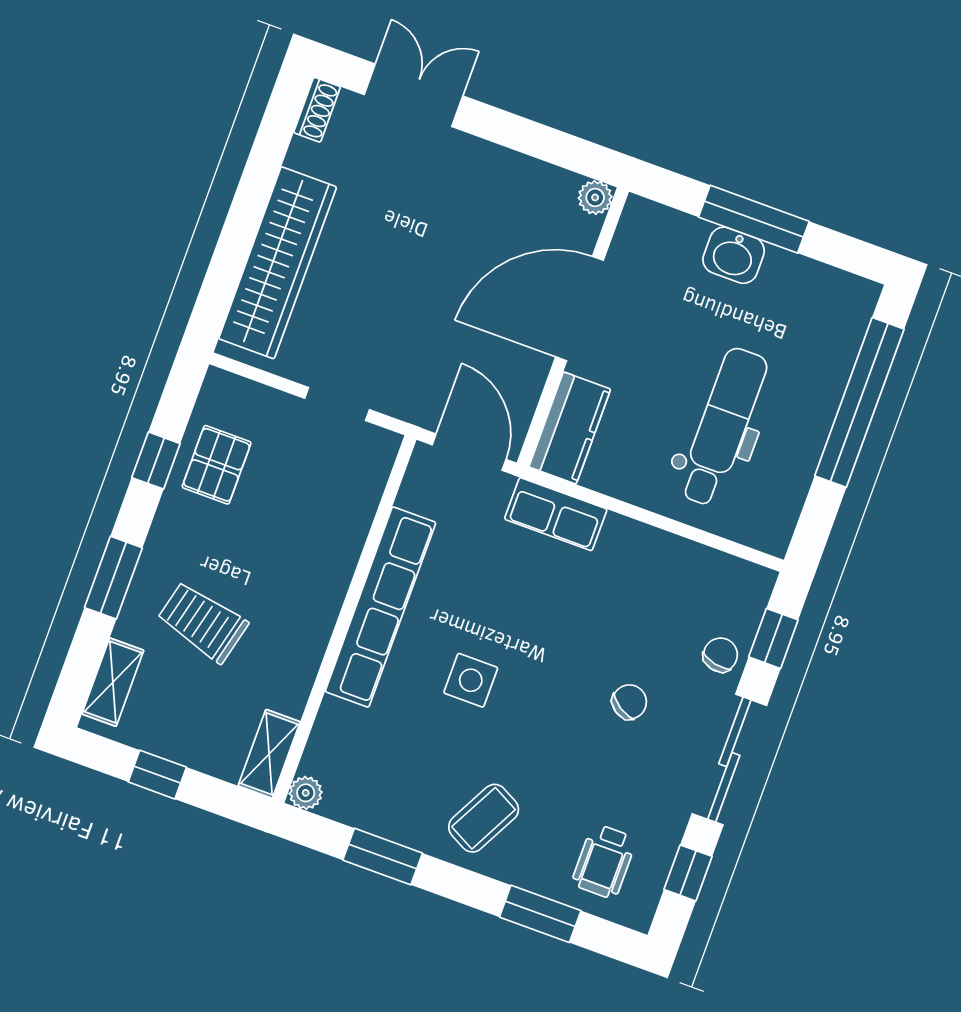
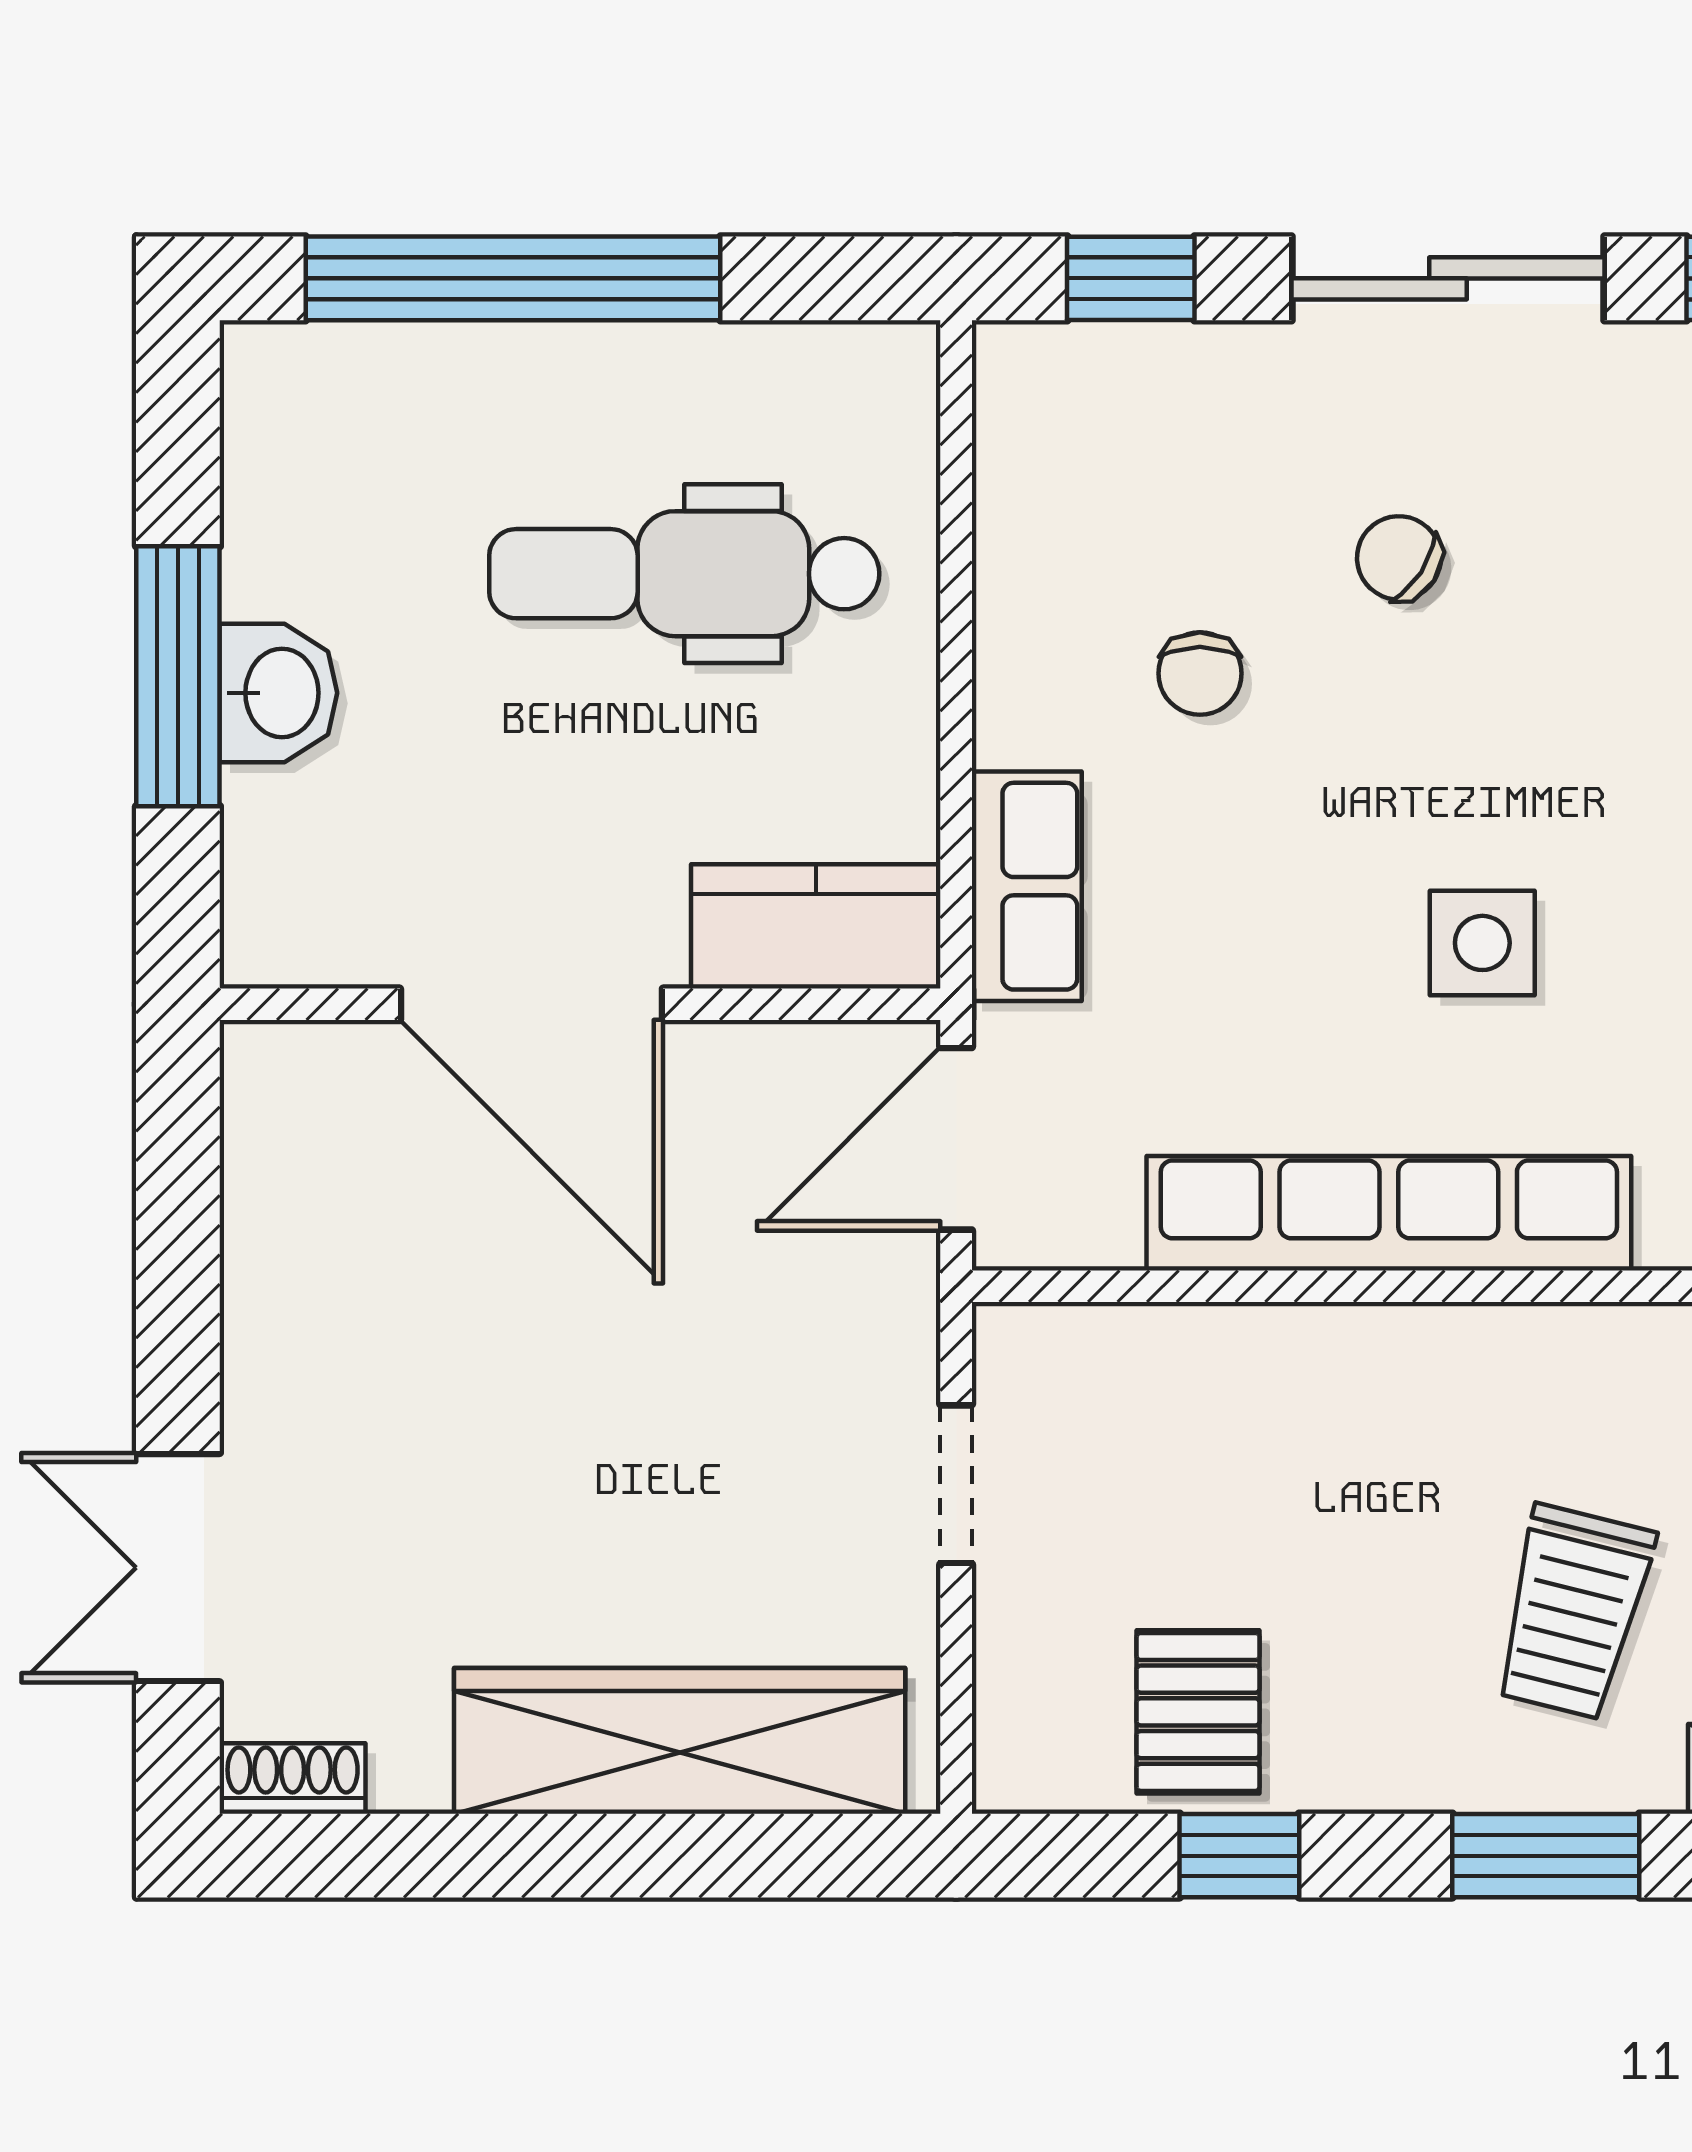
plant: (595, 197) -> (261, 1062), removed
pallet: (217, 465) -> (1198, 1712), turned 90
chair: (720, 655) -> (1200, 673), moved, turned -102

